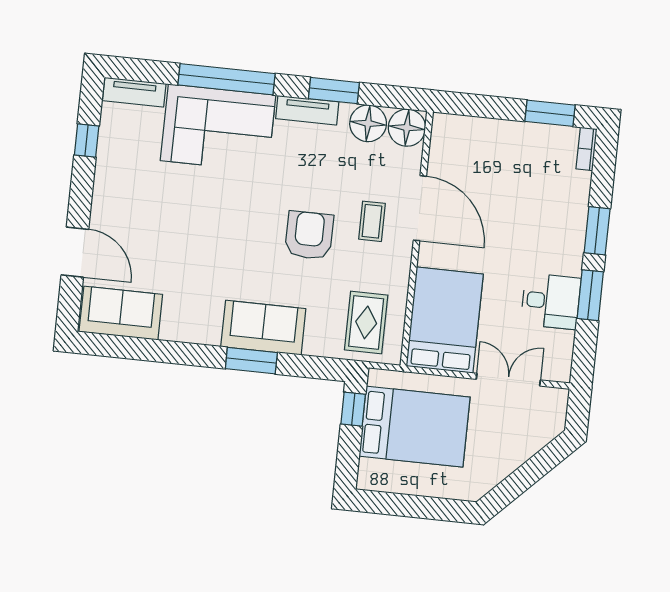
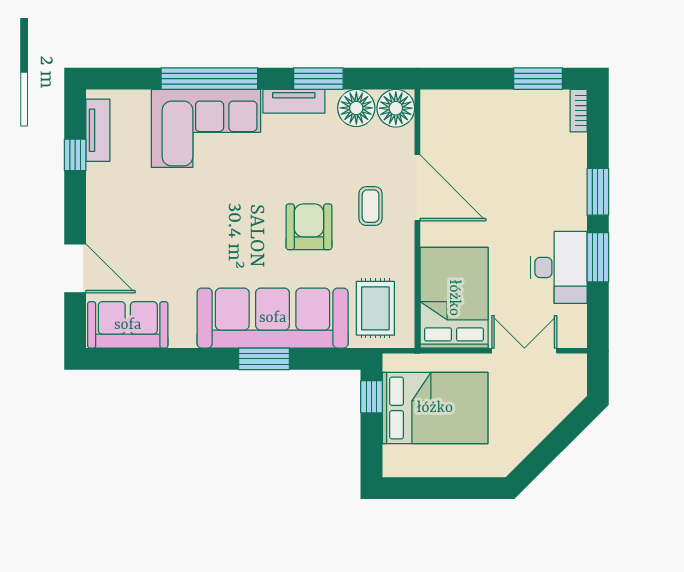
tv unit: (134, 92) -> (98, 130), moved, turned -90
desk: (551, 301) -> (559, 267), width x1.37
sofa: (263, 328) -> (273, 318), width x1.85, depth x1.27

